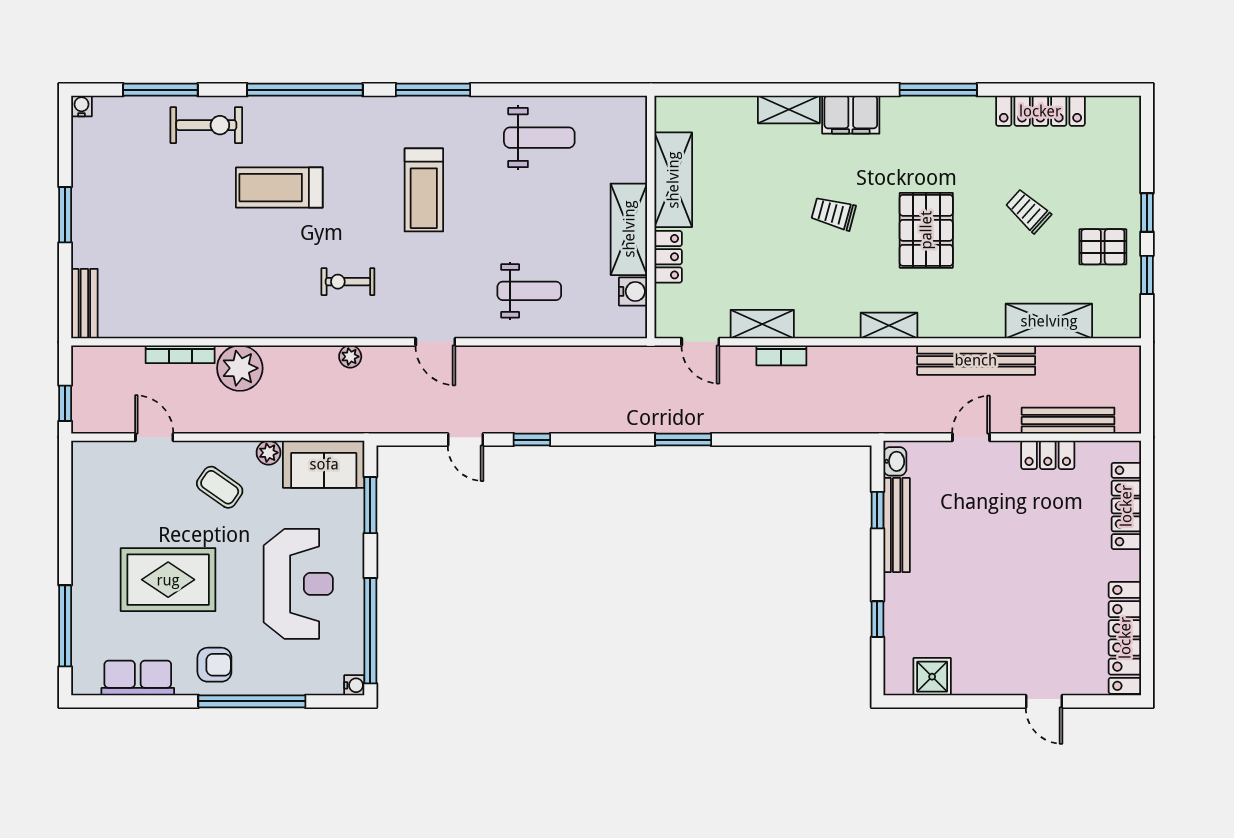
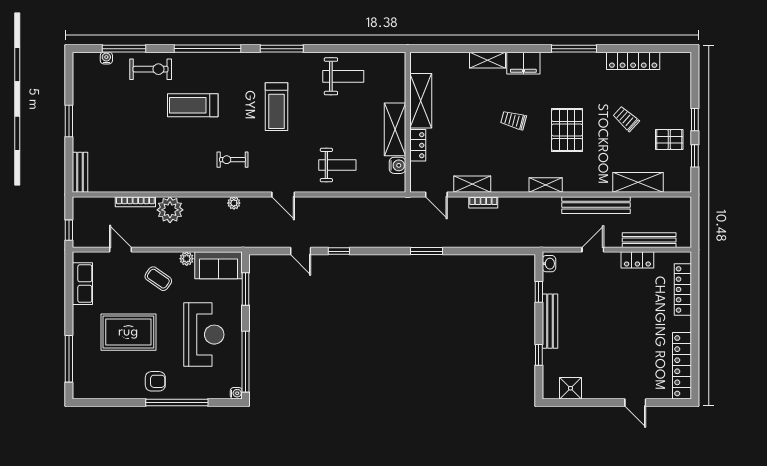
water cooler: (82, 106) -> (106, 58), moved
bench: (897, 525) -> (550, 321), moved
row of seats: (138, 678) -> (82, 284), moved, turned 90

